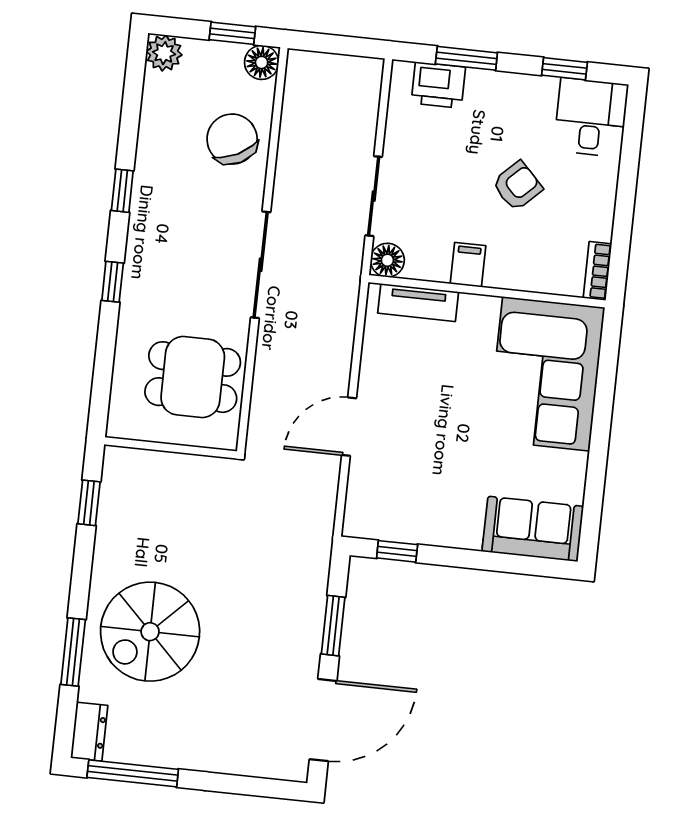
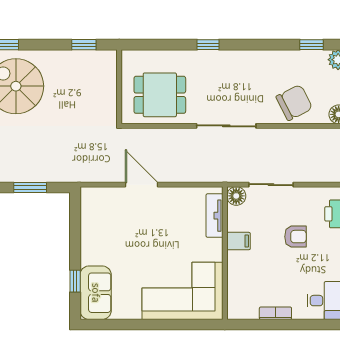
armchair: (517, 186) -> (295, 237), moved, turned -46
window: (122, 191) -> (311, 45), moved
bookcase: (597, 271) -> (275, 313), moved
dining table: (193, 377) -> (160, 95), turned 90
window: (397, 551) -> (75, 281), moved

